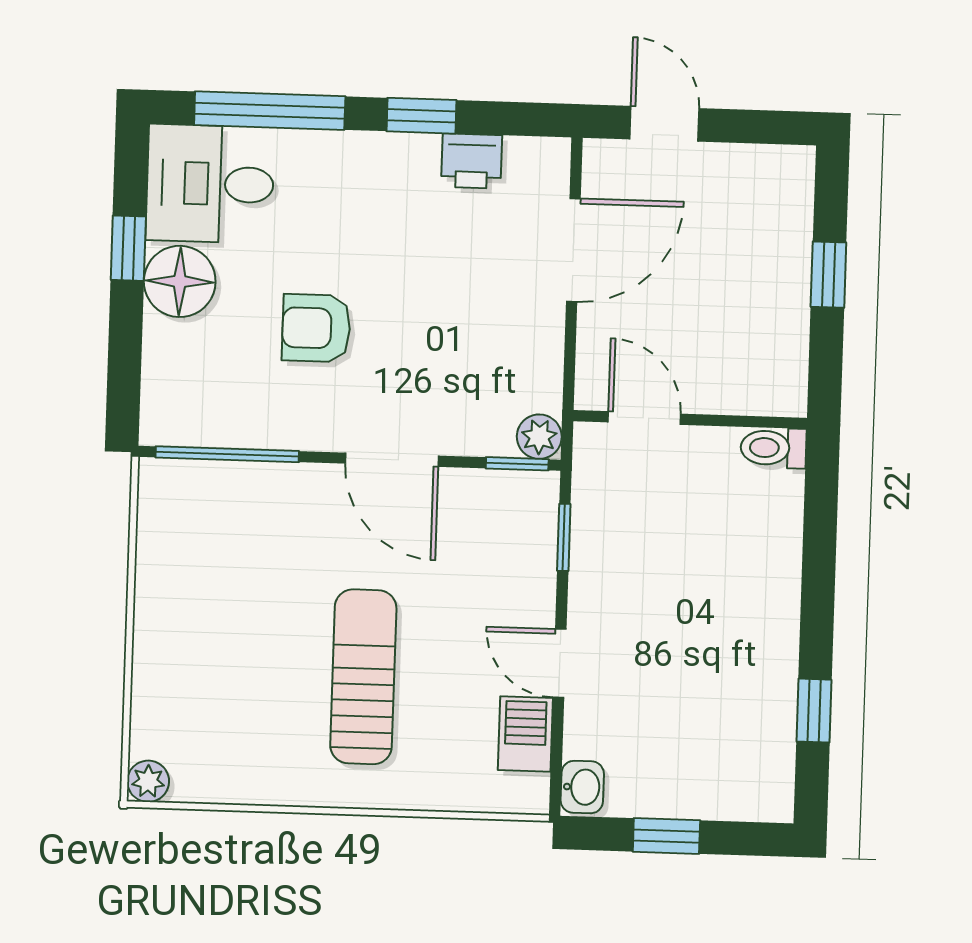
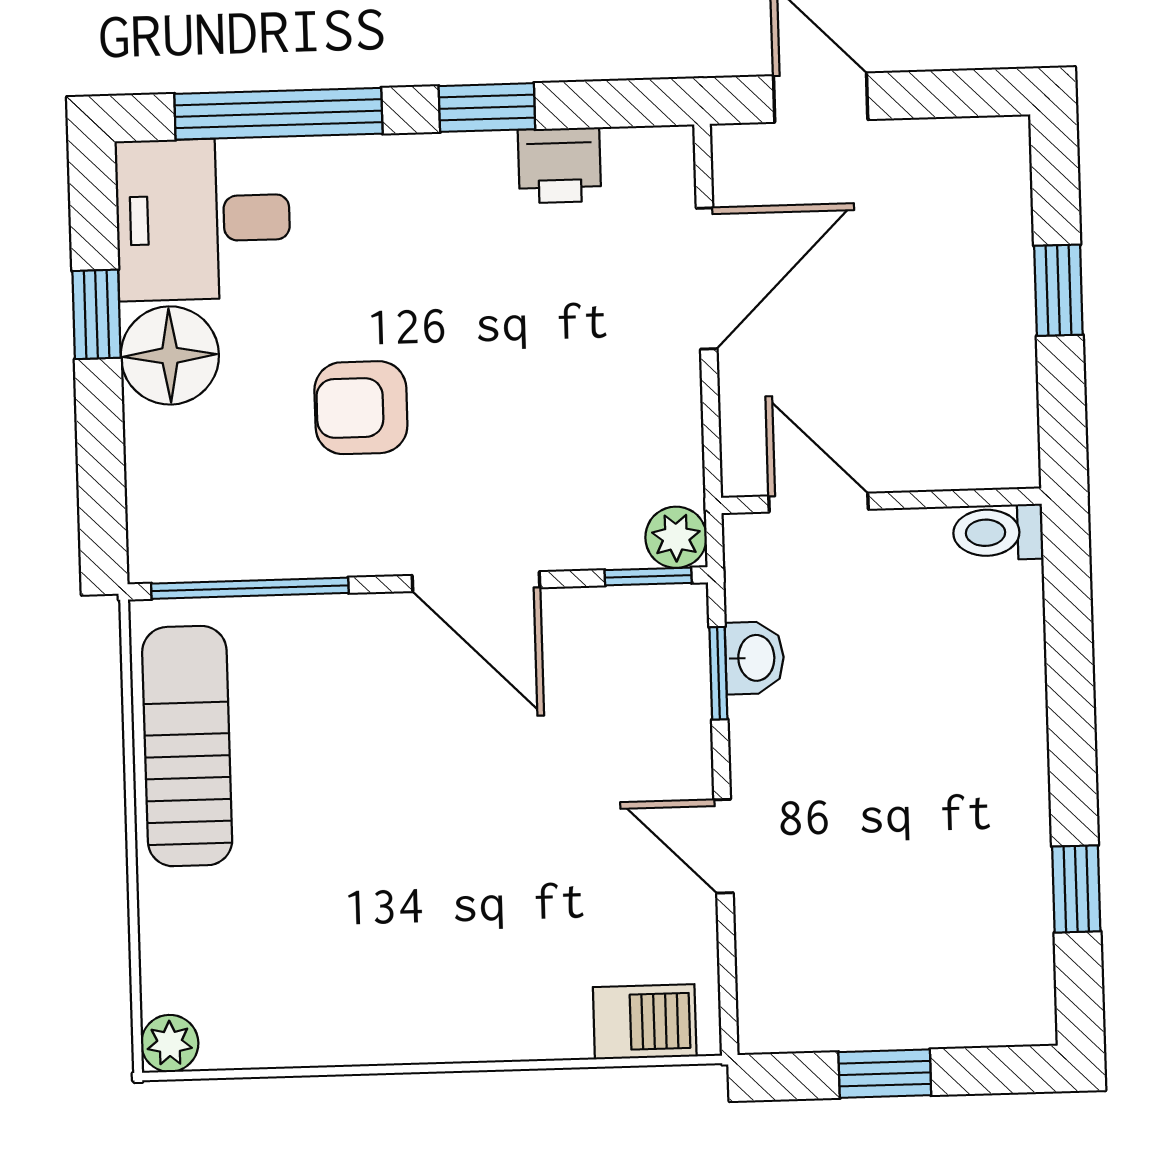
sun lounger: (363, 677) -> (187, 746), moved
barbecue: (525, 734) -> (645, 1022), moved, turned 90
washbasin: (582, 787) -> (755, 658), moved

